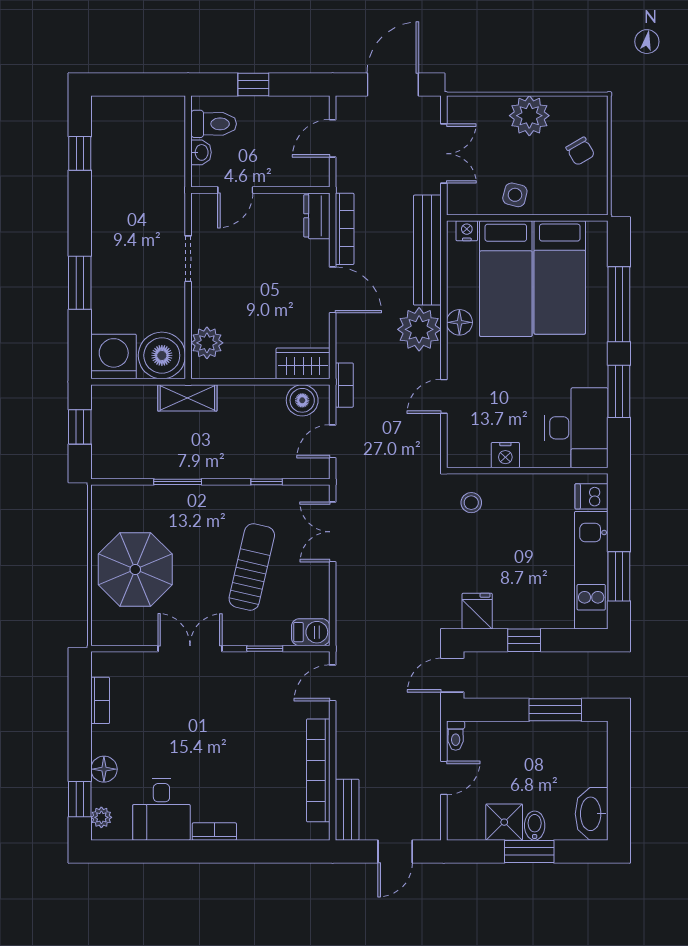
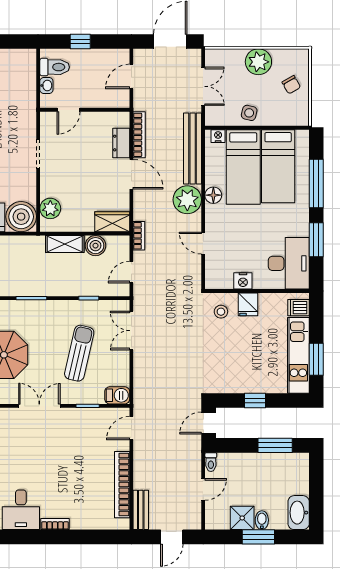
dresser: (317, 216) -> (121, 143), moved
door: (444, 396) -> (203, 243), hinge flipped
shelving: (187, 398) -> (65, 244), moved
boiler: (302, 400) -> (95, 246), moved
fridge: (477, 611) -> (248, 304), moved, turned 180

